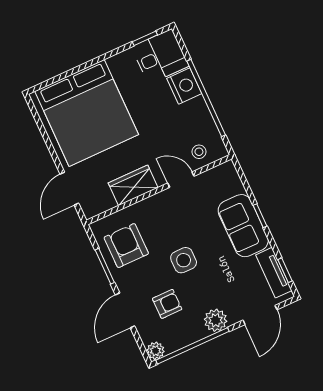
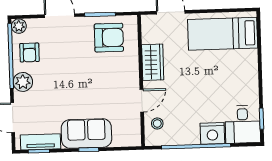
bed: (87, 113) -> (223, 34), width x0.49
side table: (184, 260) -> (79, 77), removed
armchair: (167, 304) -> (29, 53), moved

